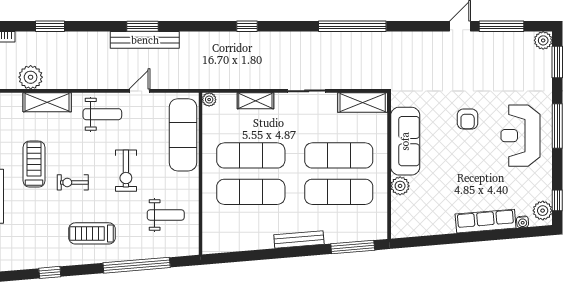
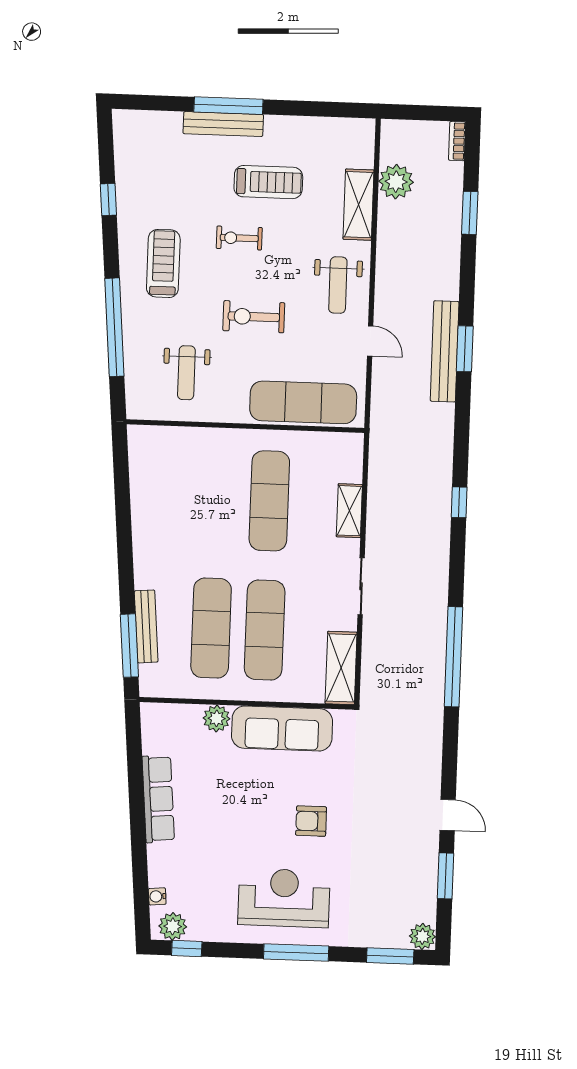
window: (501, 26) -> (445, 876), width x0.69
plant: (209, 100) -> (354, 443), removed
exercise bike: (73, 182) -> (239, 238), turned -90
exercise mat: (251, 192) -> (216, 499), removed
row of seats: (486, 221) -> (158, 799), moved
bench: (299, 239) -> (146, 626), moved

